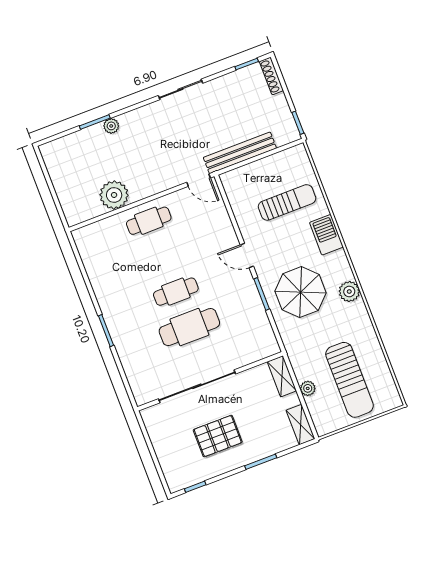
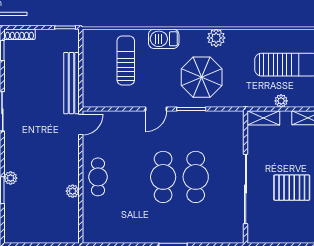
plant: (114, 195) -> (73, 191), width x0.53, depth x0.53
cafe table: (176, 292) -> (163, 177), width x1.37, depth x1.35
pallet: (218, 436) -> (292, 188), turned 90

